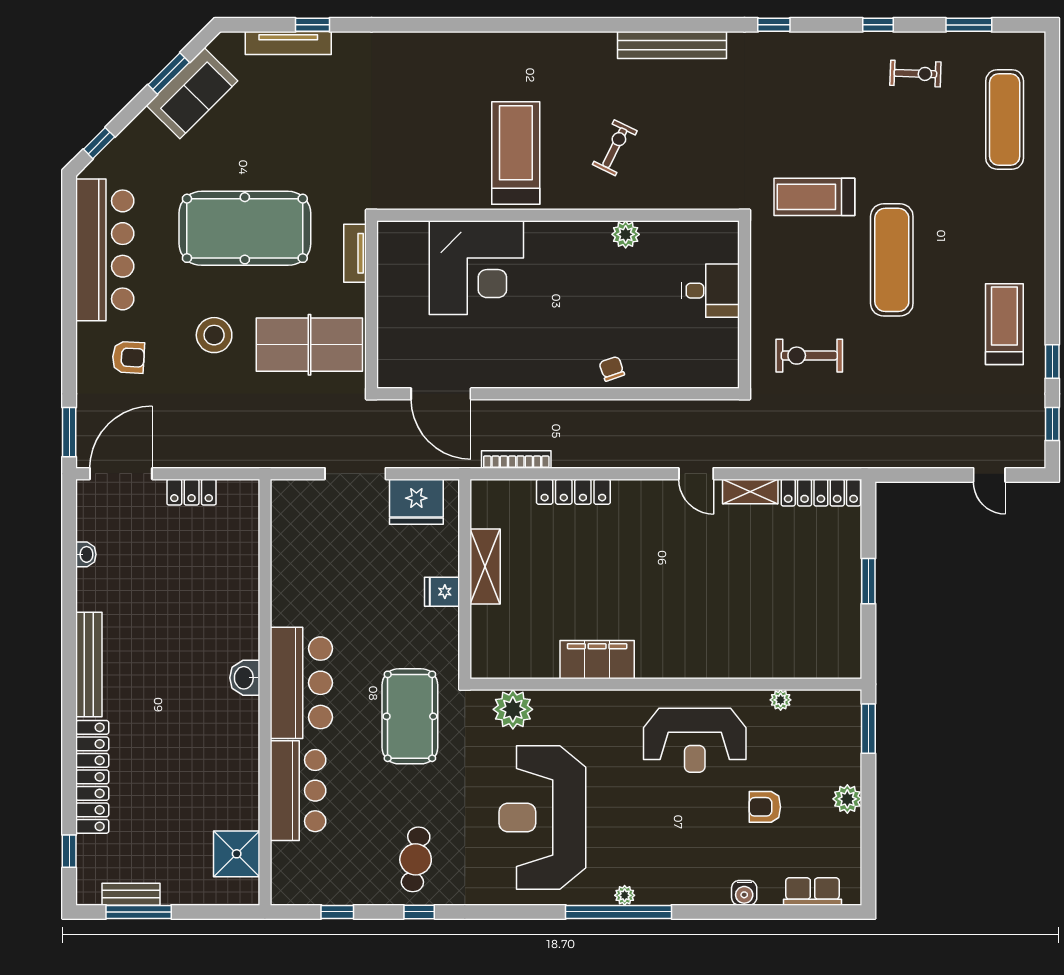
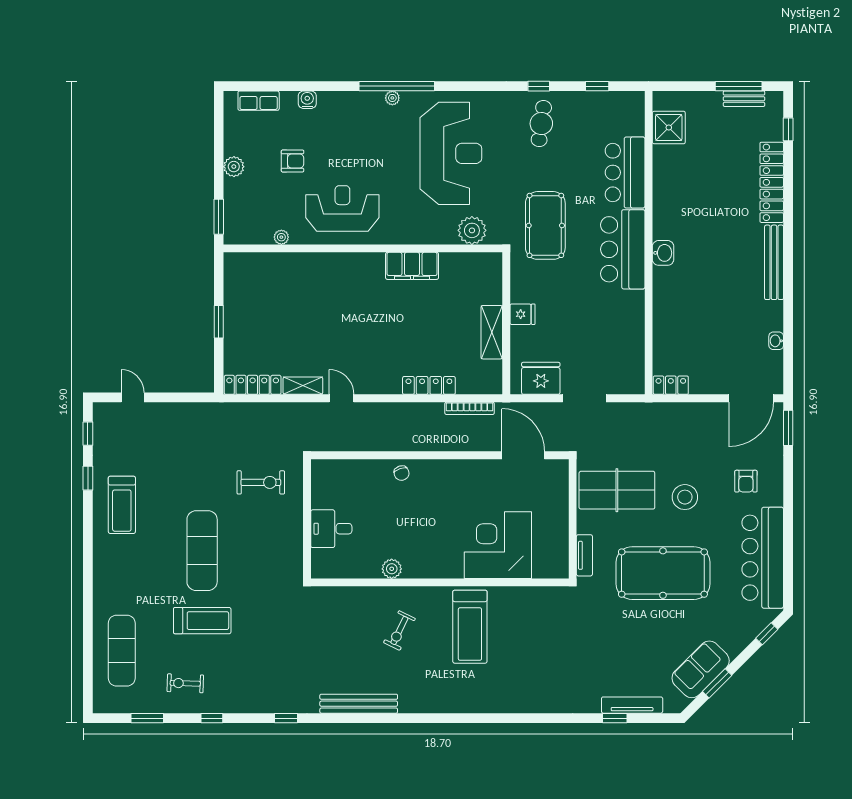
treadmill: (814, 197) -> (202, 621), moved
armchair: (128, 357) -> (746, 481), turned -93
locker: (192, 492) -> (671, 385), moved

